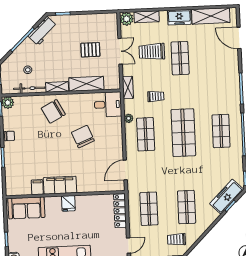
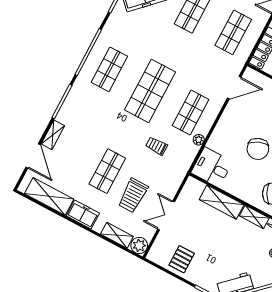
pallet: (90, 50) -> (182, 259), moved, turned 90
trolley: (152, 52) -> (133, 195), turned 90
shelving: (128, 88) -> (53, 135), moved

